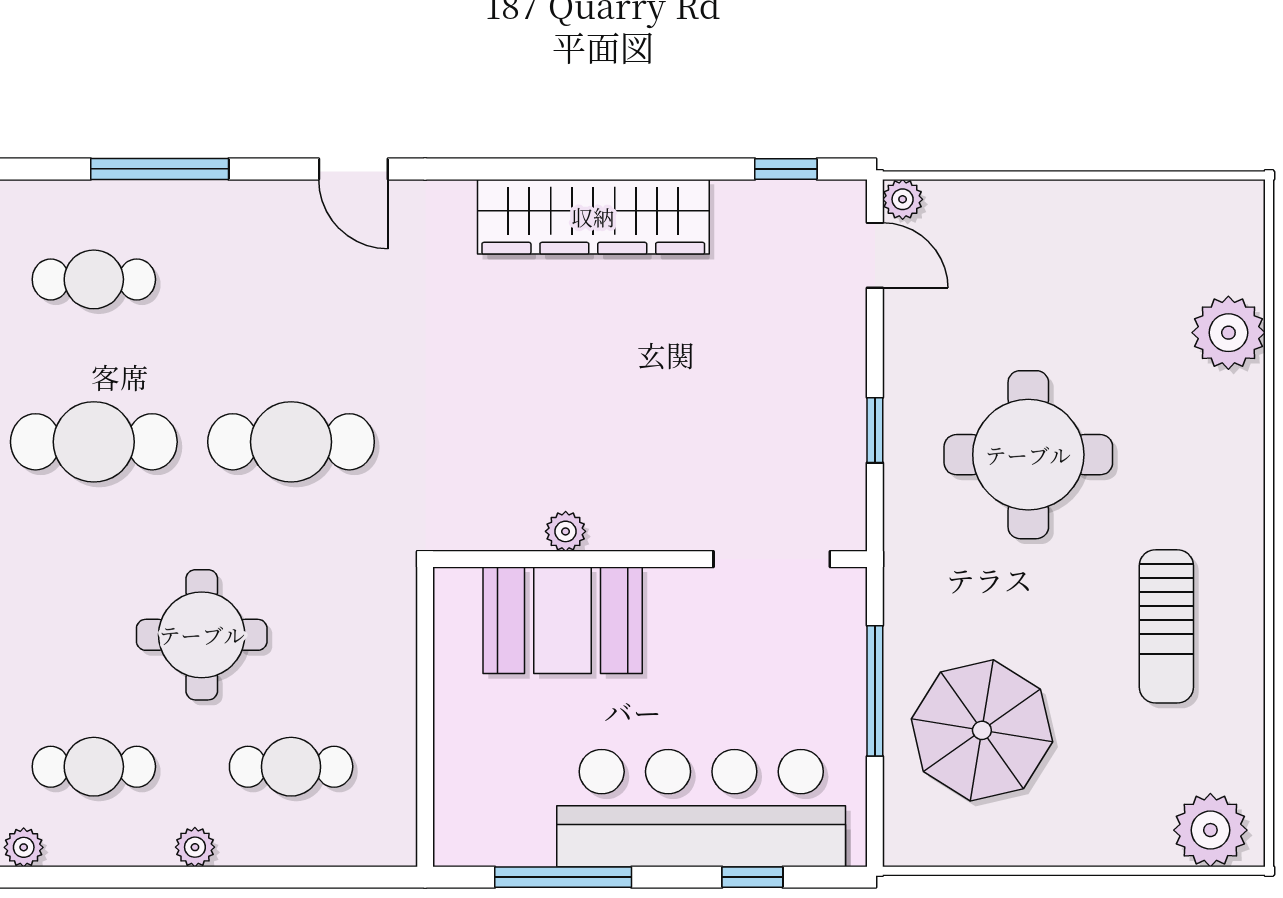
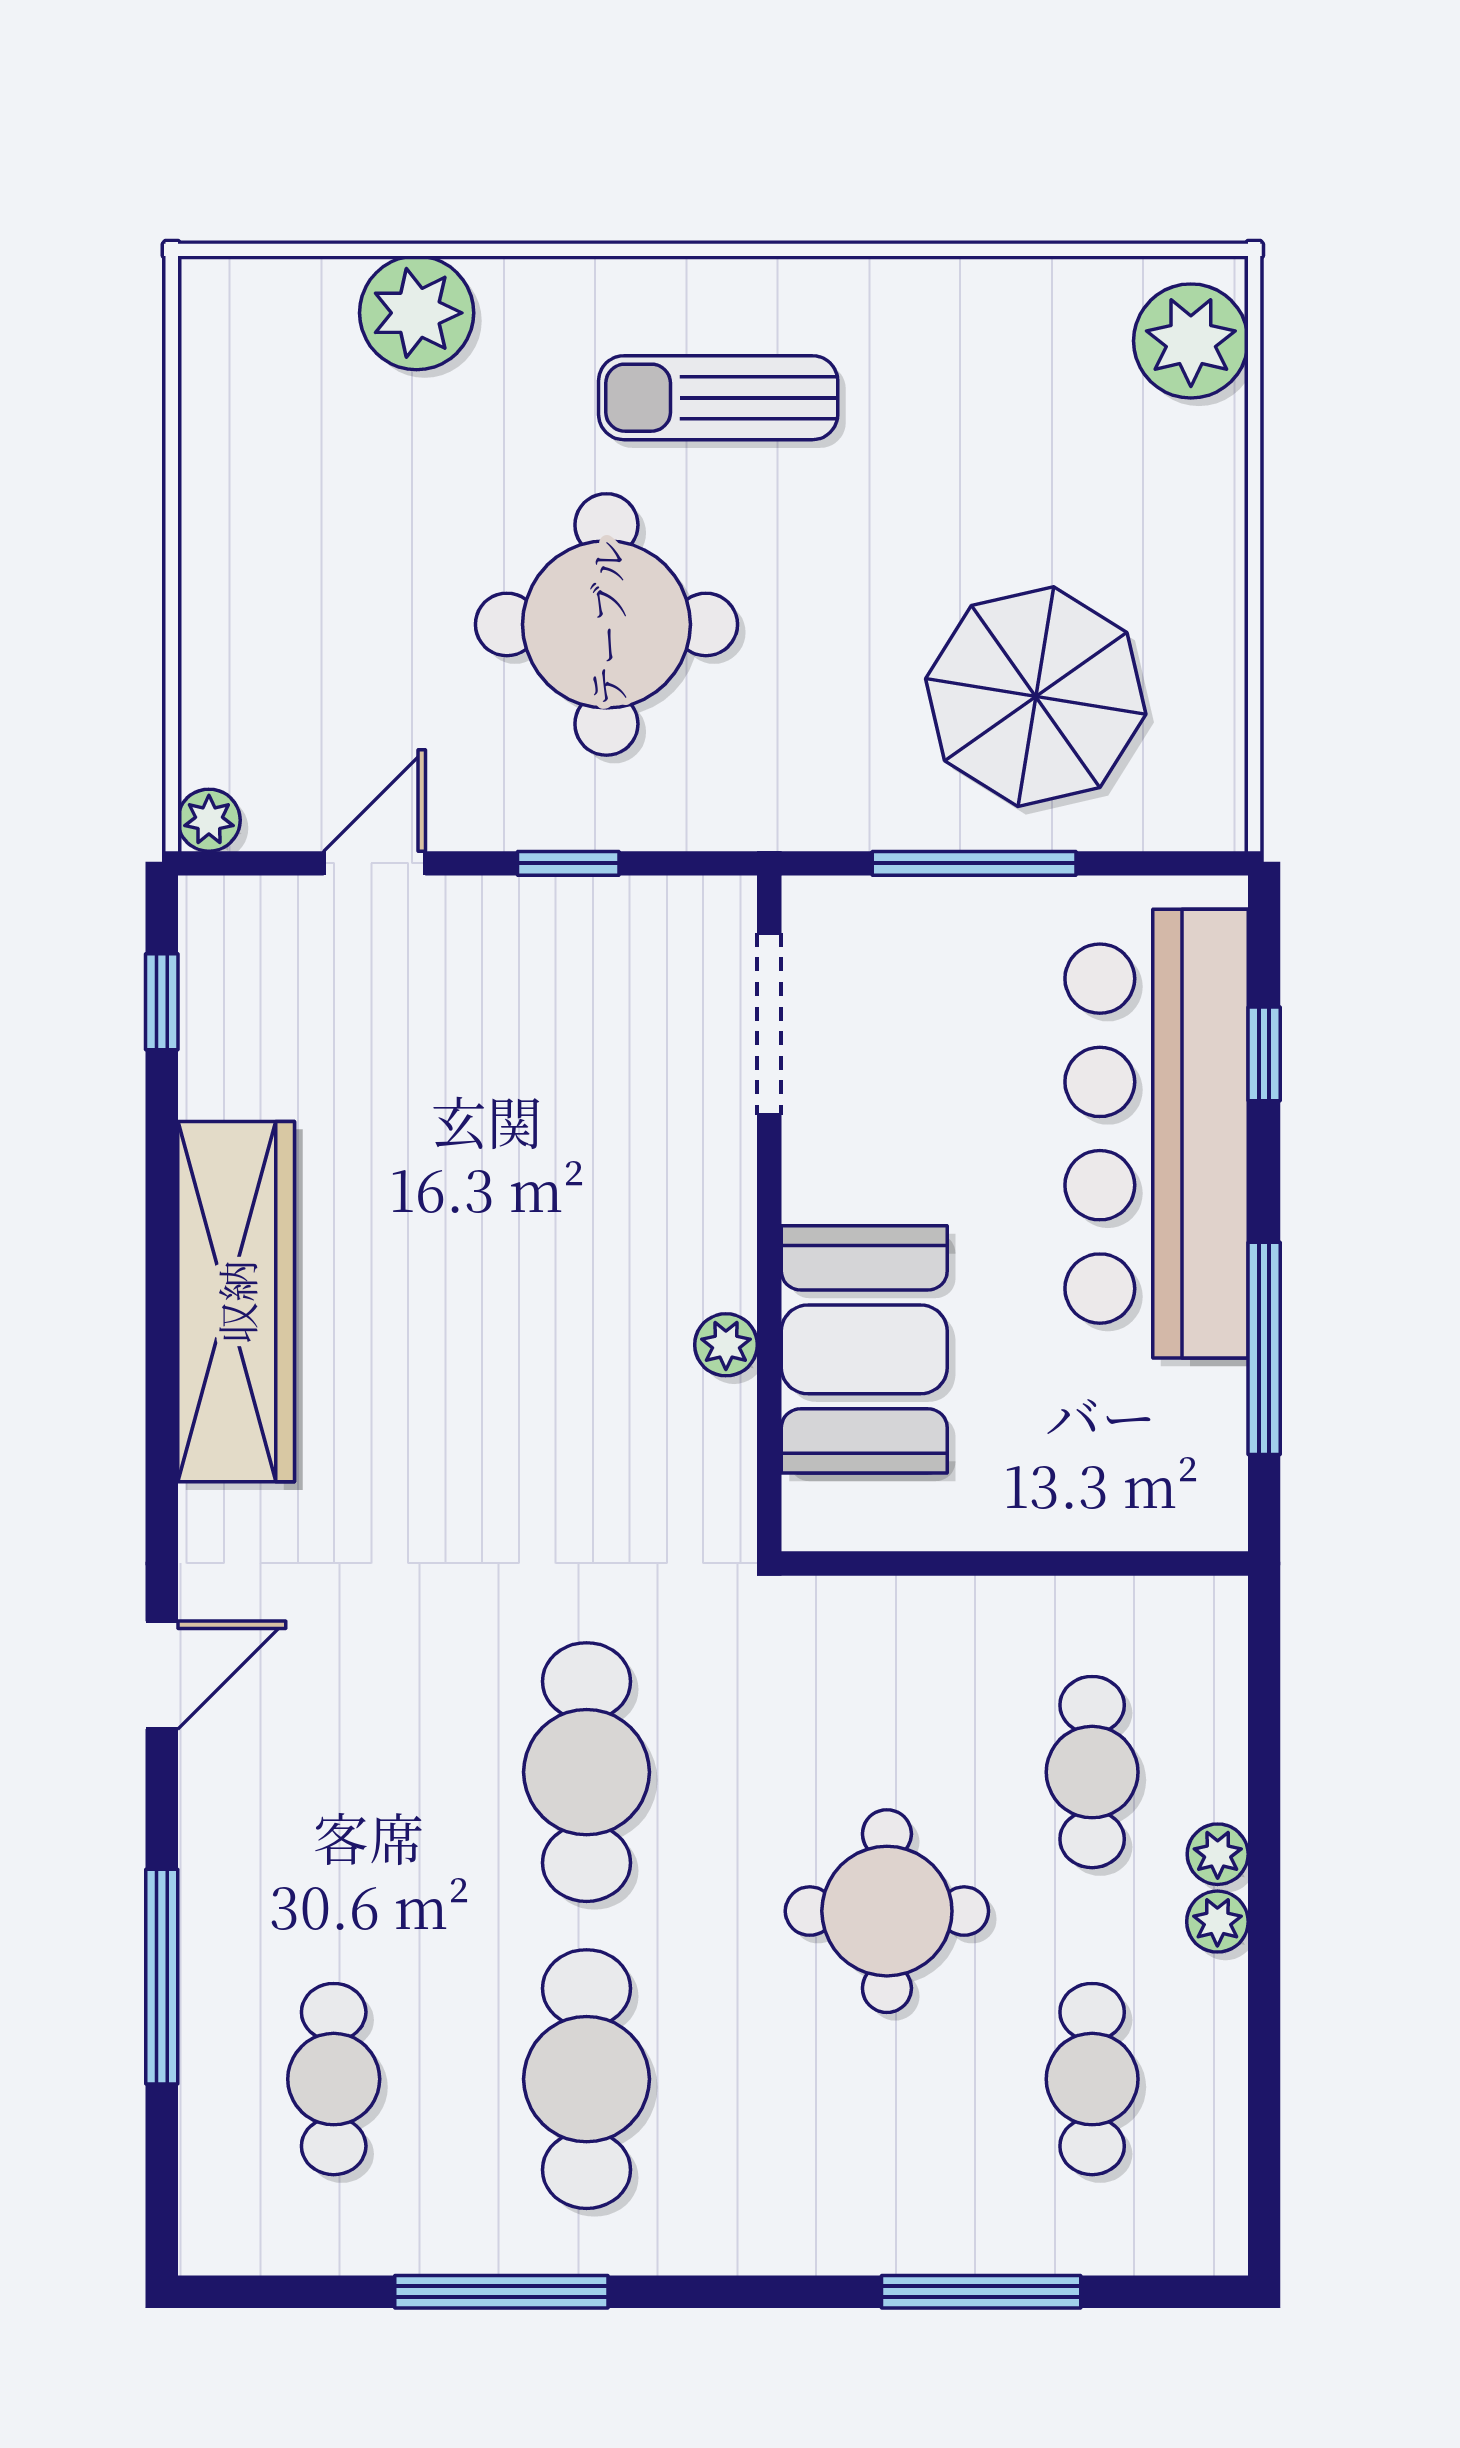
door: (875, 255) -> (375, 863), moved
sun lounger: (1166, 626) -> (718, 398), moved, turned 180
plant: (24, 847) -> (1218, 1854), moved

